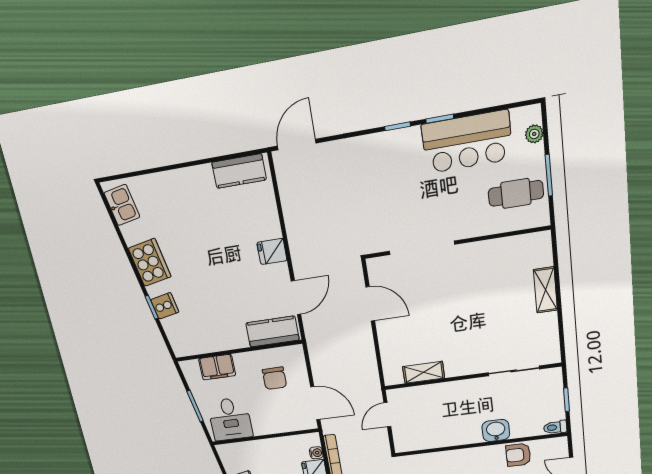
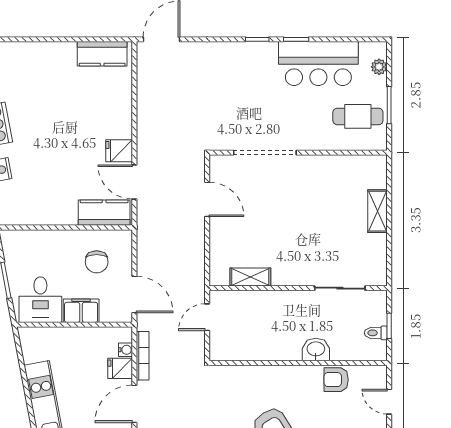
fridge: (272, 252) -> (119, 151), moved
door: (296, 298) -> (134, 182), swing flipped
filing cabinet: (217, 367) -> (81, 311), moved, turned 180
toilet: (555, 427) -> (376, 333), moved

